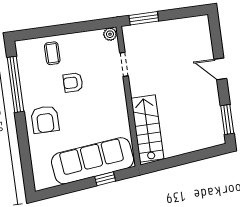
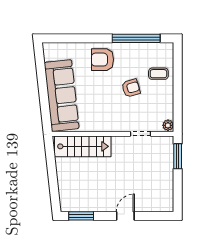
armchair: (73, 83) -> (131, 88), turned 74
window: (105, 179) -> (45, 104), removed

